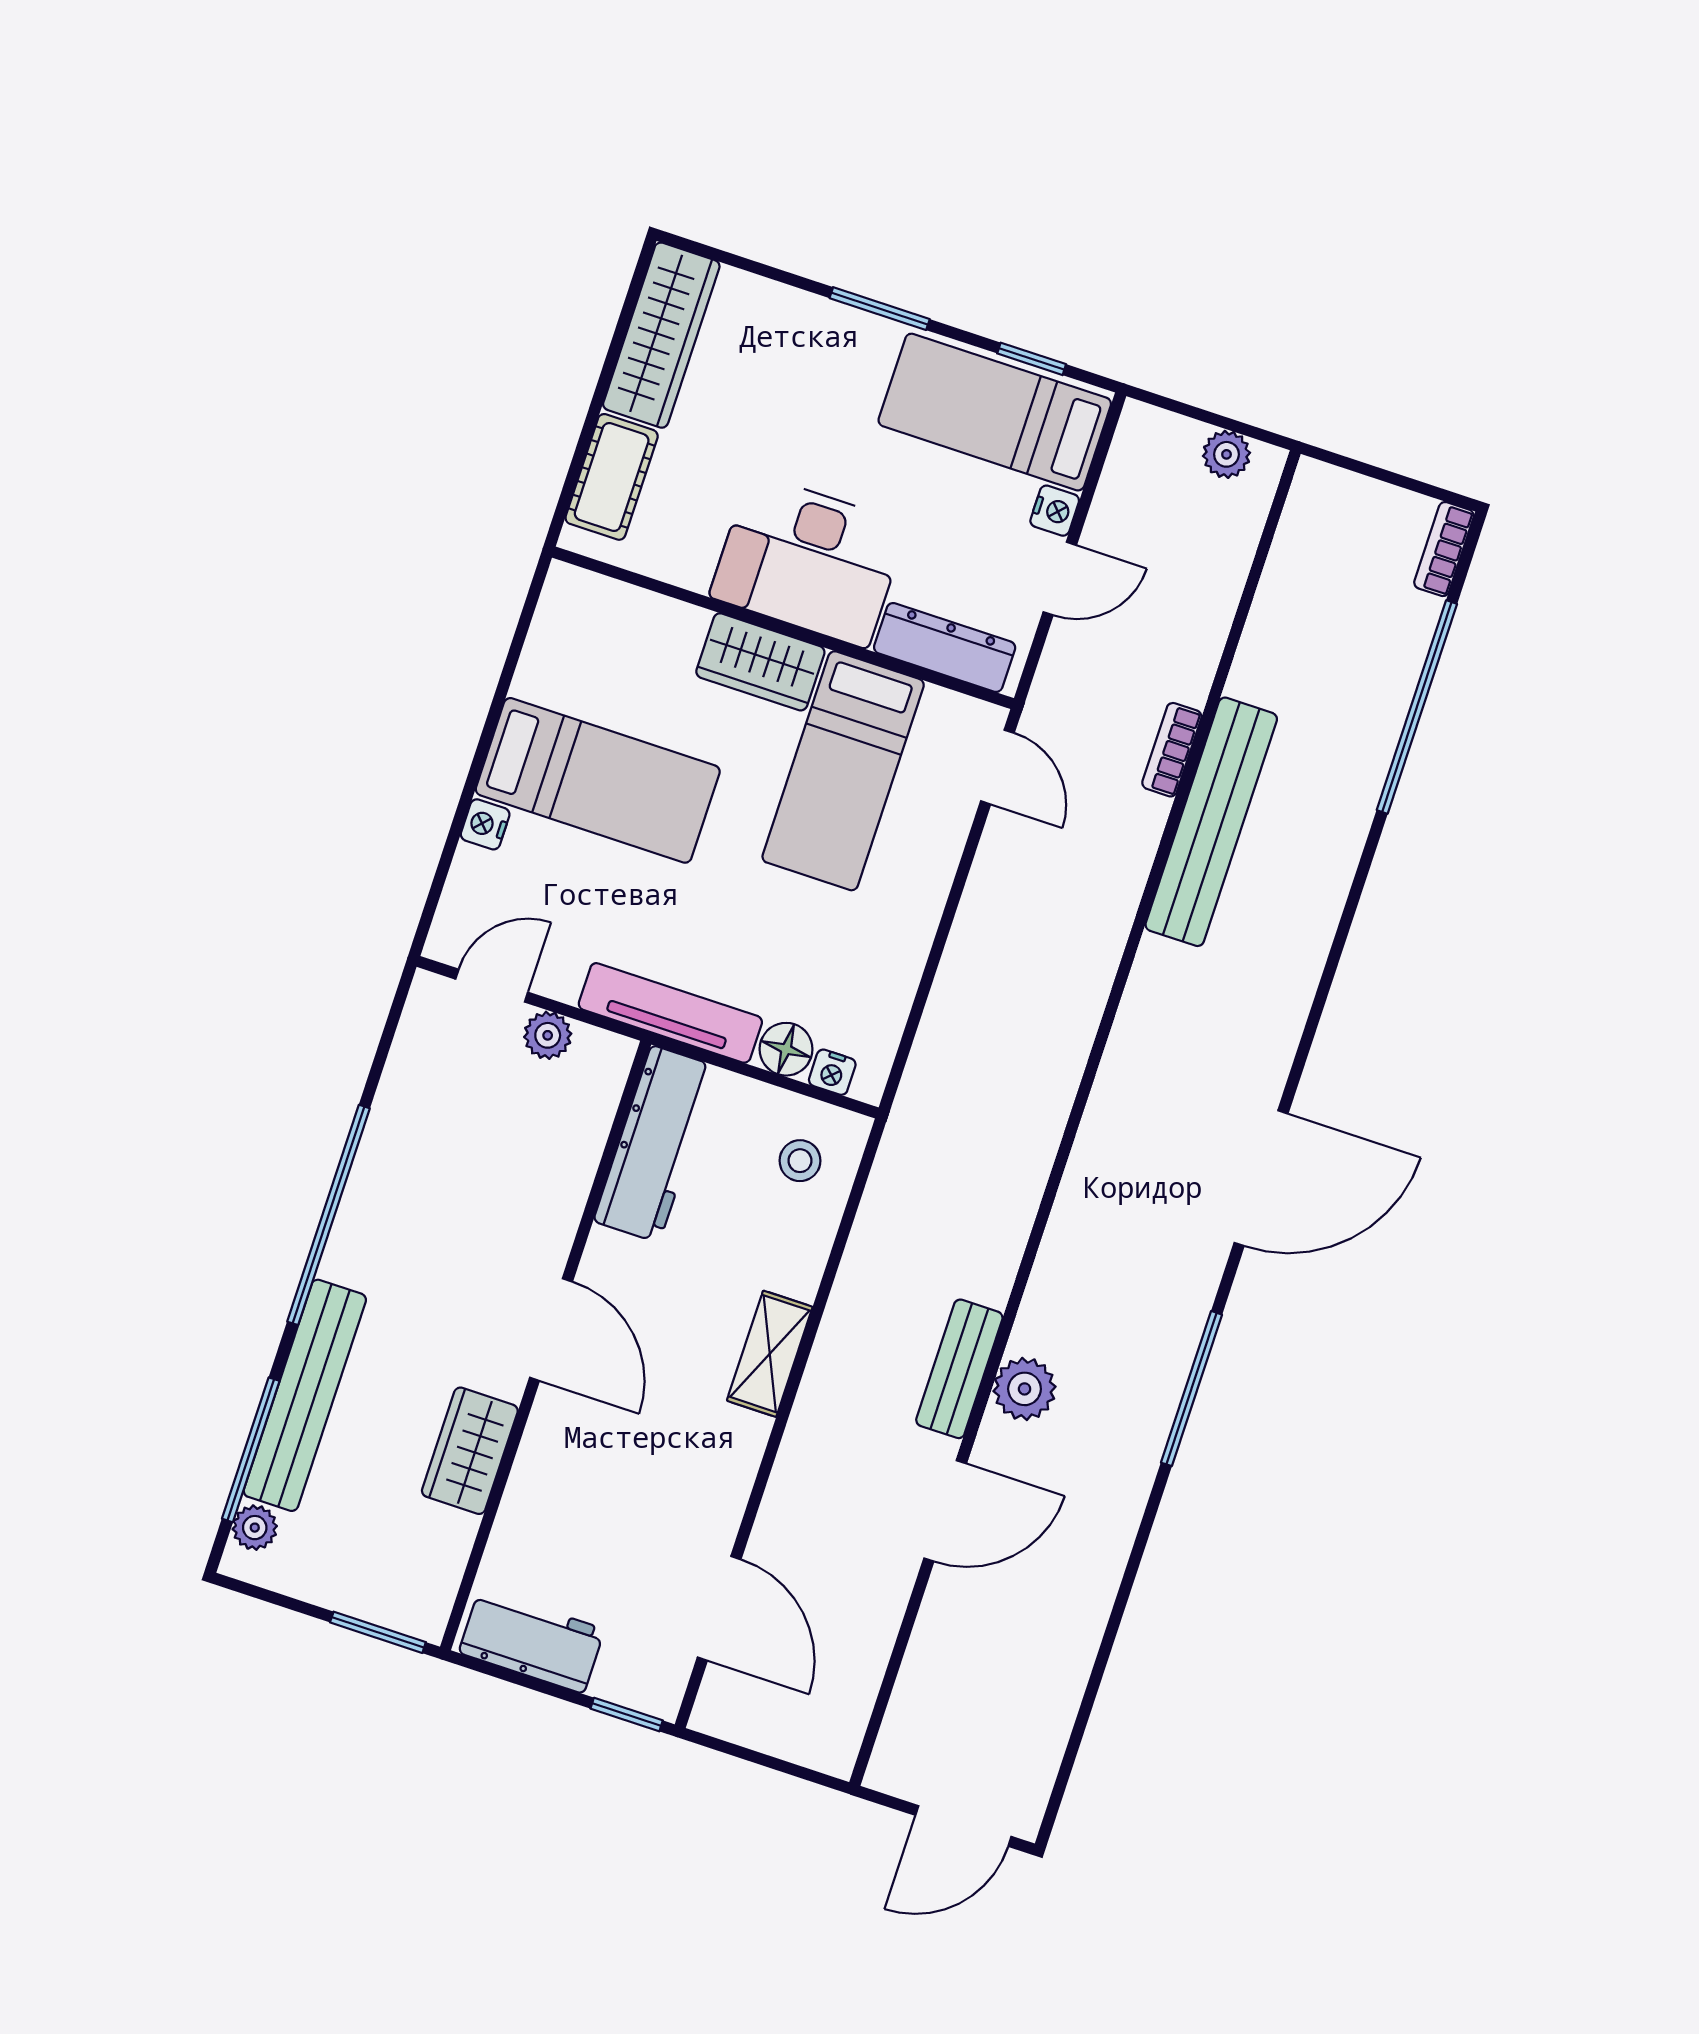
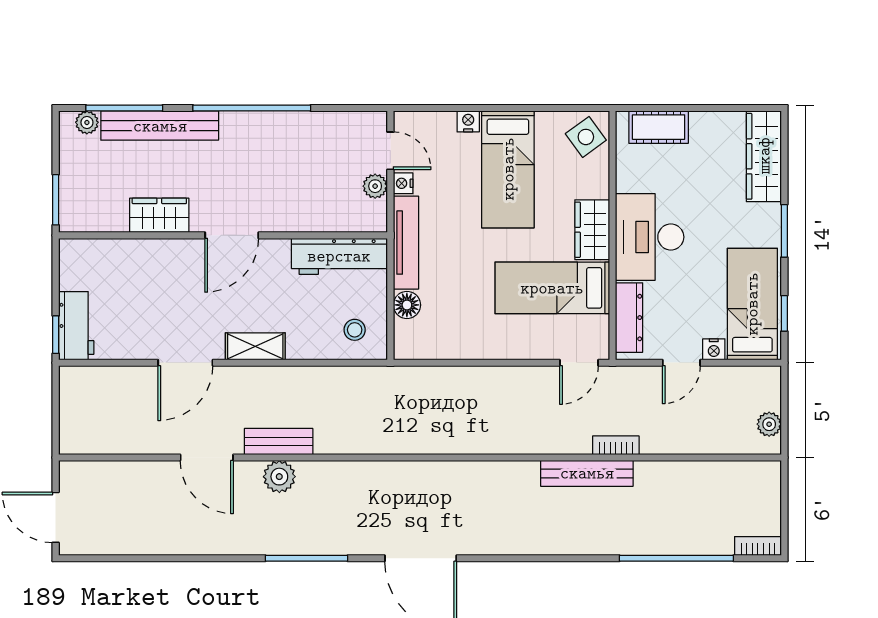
wardrobe: (661, 335) -> (764, 156), moved, turned 90
door: (1060, 579) -> (681, 363), hinge flipped
side table: (585, 617) -> (586, 137), added
bench: (1211, 822) -> (587, 473), width x0.73, depth x0.82
nightstand: (832, 1072) -> (403, 183), moved
door: (719, 1608) -> (185, 363), moved
workbench: (532, 1641) -> (76, 326), moved

